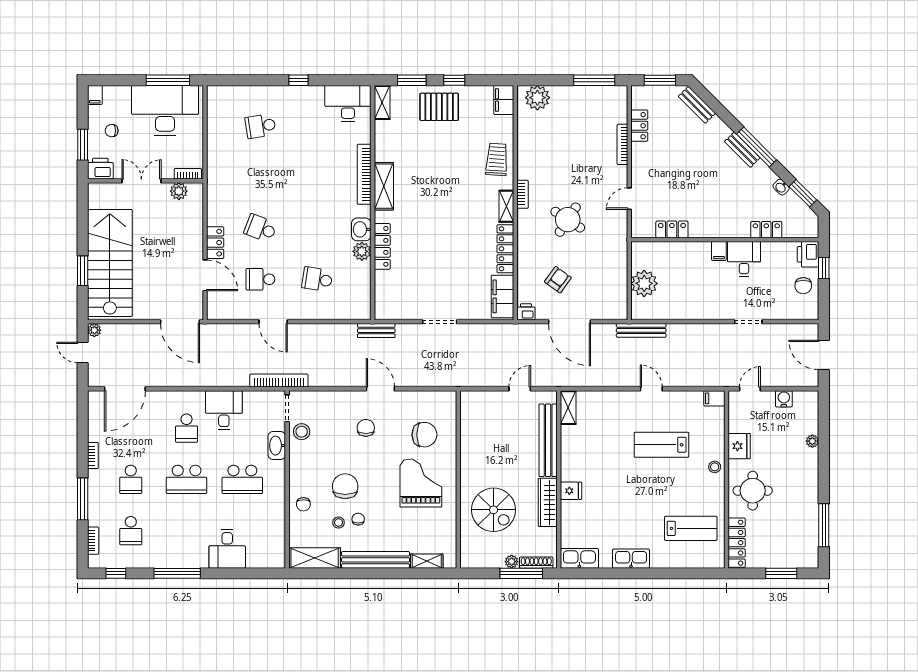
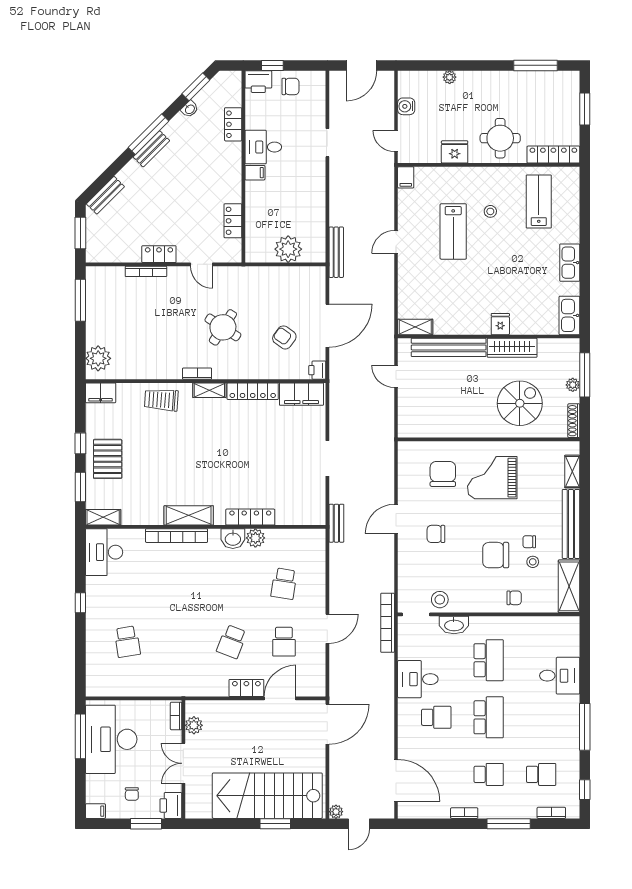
locker: (639, 126) -> (159, 254), moved
stool: (715, 467) -> (490, 211), moved
shoe rack: (536, 563) -> (574, 421), moved

